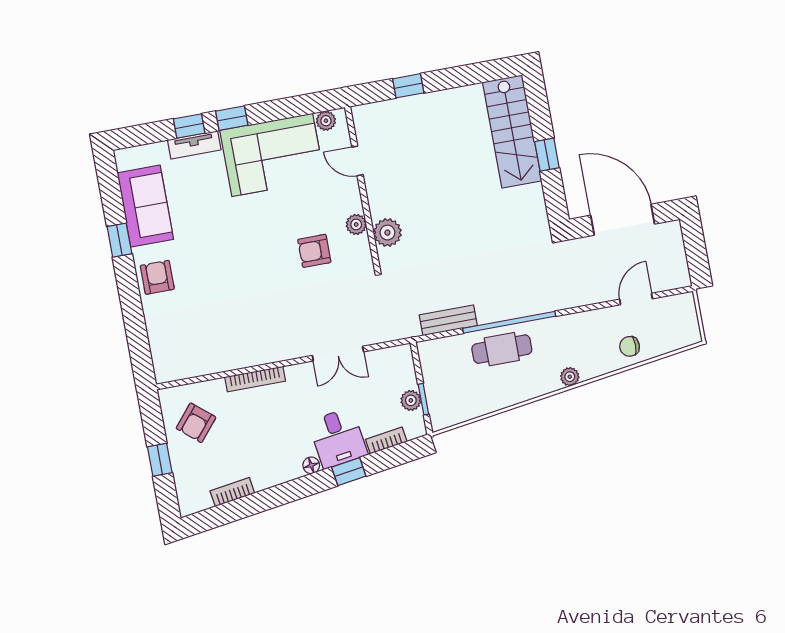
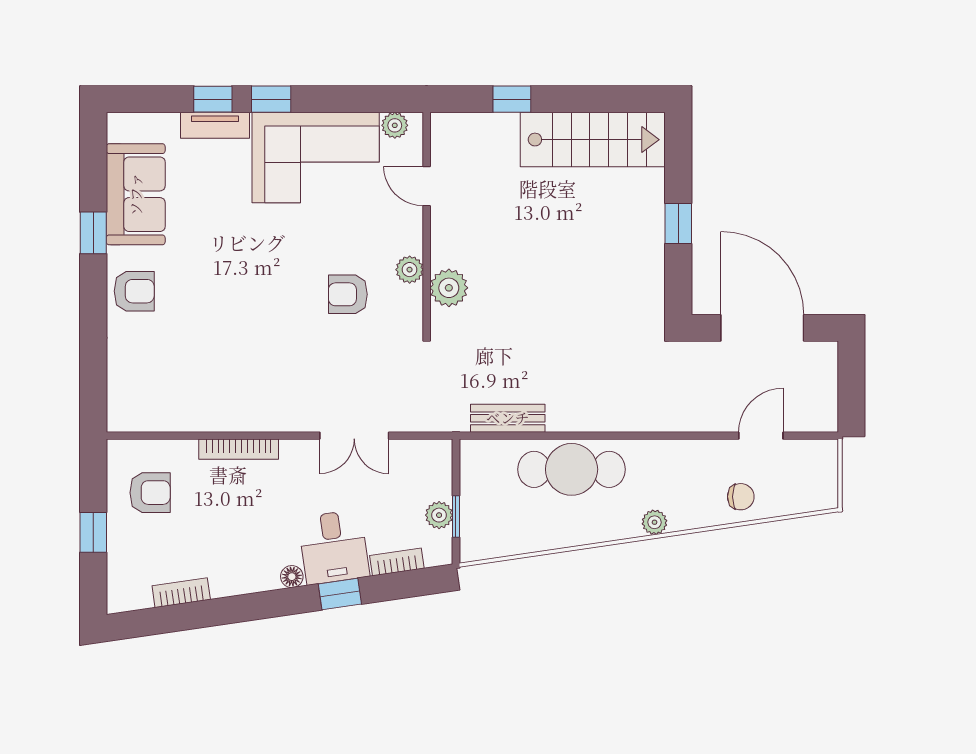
stairs: (512, 131) -> (593, 140), moved, turned -90
armchair: (157, 277) -> (134, 291), turned 90
window: (509, 322) -> (588, 436), removed
chair: (630, 346) -> (741, 497), turned 180
cafe table: (502, 349) -> (572, 469), width x1.37, depth x1.35
armchair: (196, 423) -> (150, 493), turned -130

